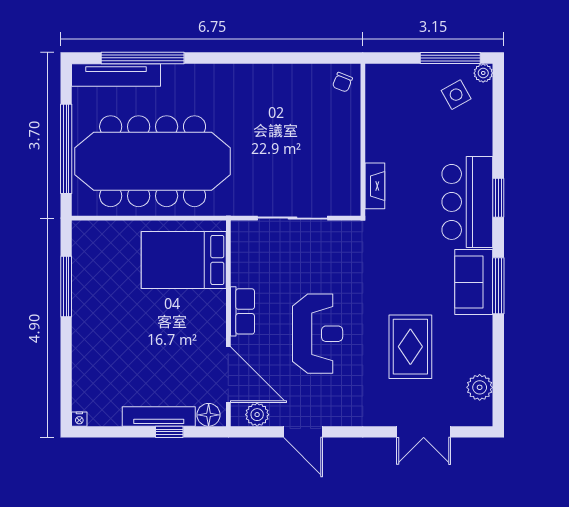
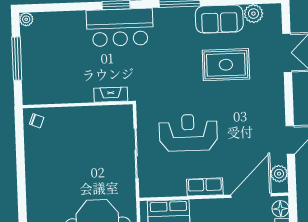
window: (450, 58) -> (17, 59), moved
side table: (456, 95) -> (43, 38), removed
sofa: (474, 282) -> (219, 19), moved
reception desk: (318, 334) -> (188, 133), moved

